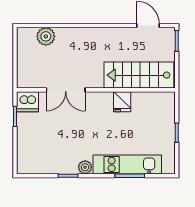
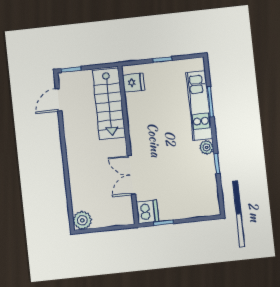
plant: (46, 36) -> (82, 220), moved
double door: (66, 90) -> (131, 175), swing flipped
fridge: (122, 102) -> (133, 83), moved

